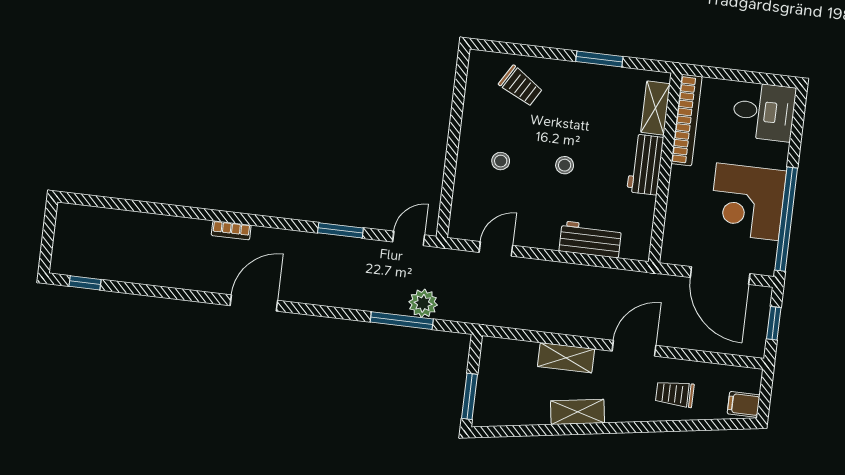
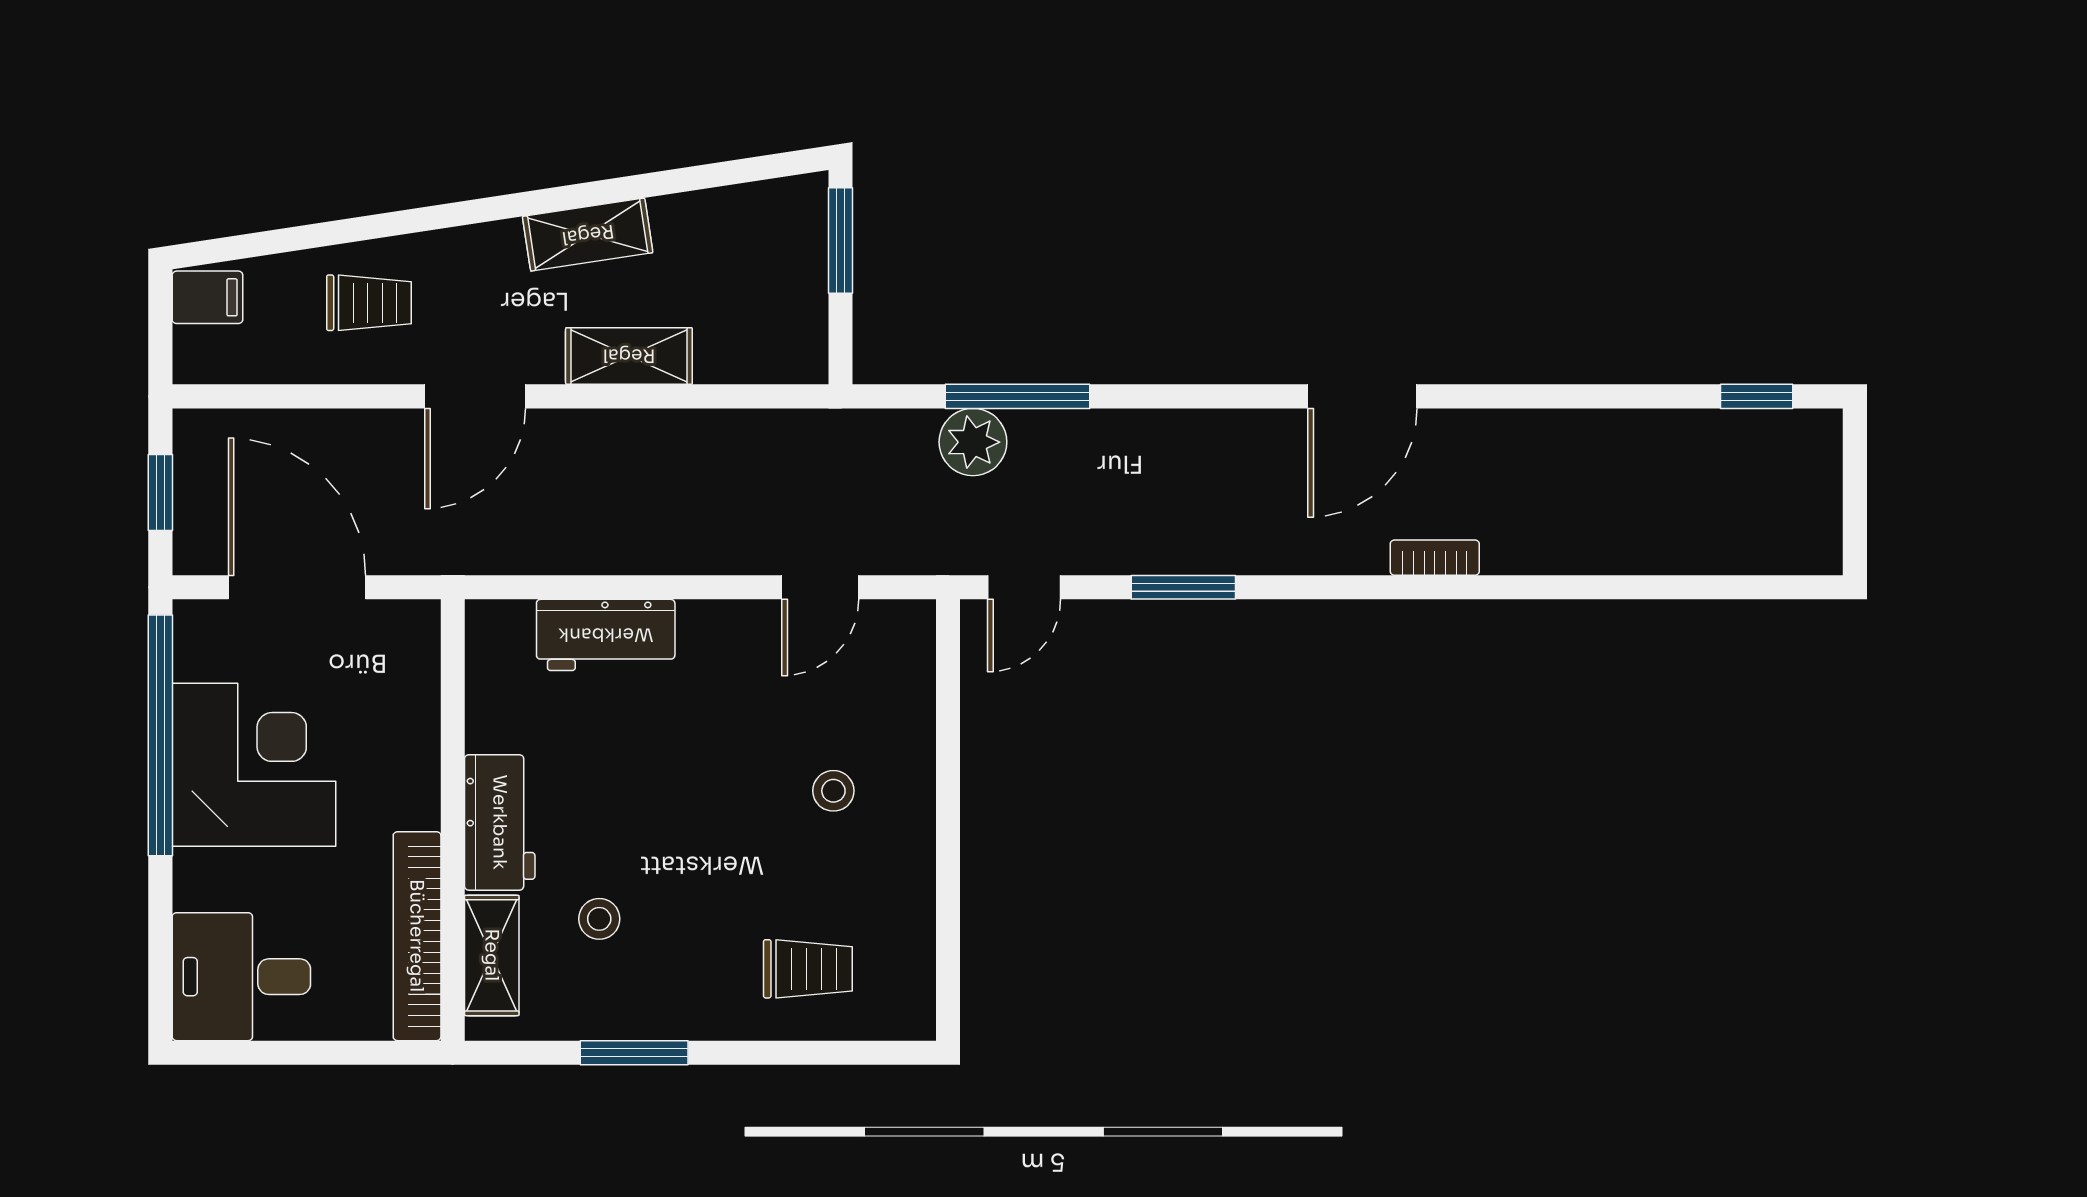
trolley: (521, 86) -> (808, 969), turned 149
stool: (565, 165) -> (599, 919), moved

